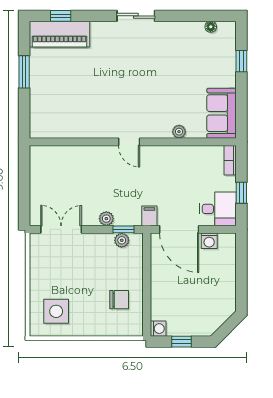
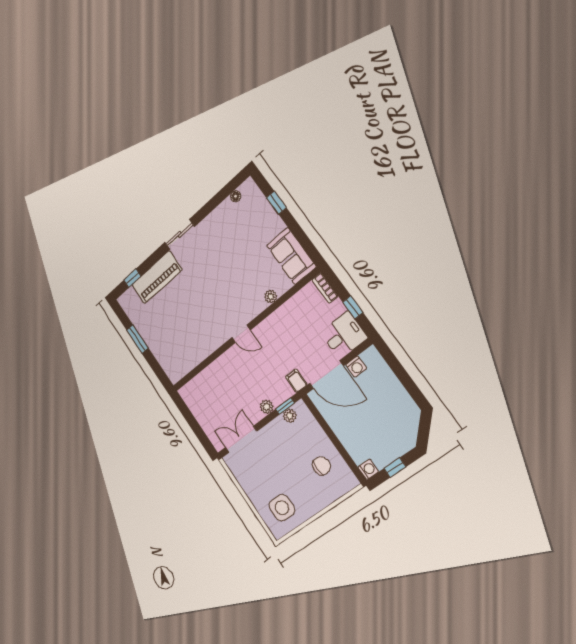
piano: (59, 34) -> (157, 277), moved

